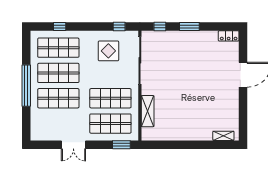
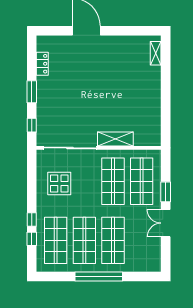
window: (119, 27) -> (32, 219), moved
locker: (229, 36) -> (42, 64), moved
shelving: (148, 111) -> (115, 139), moved
double door: (73, 145) -> (166, 223), swing flipped
window: (121, 145) -> (166, 192), moved

